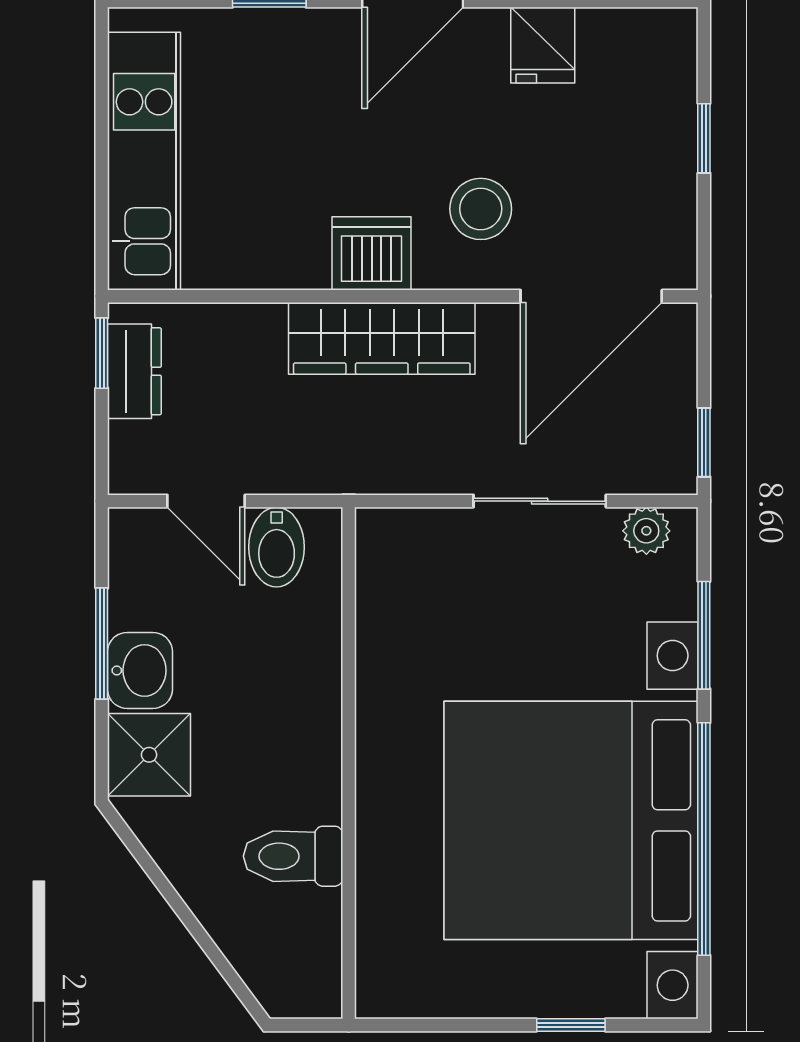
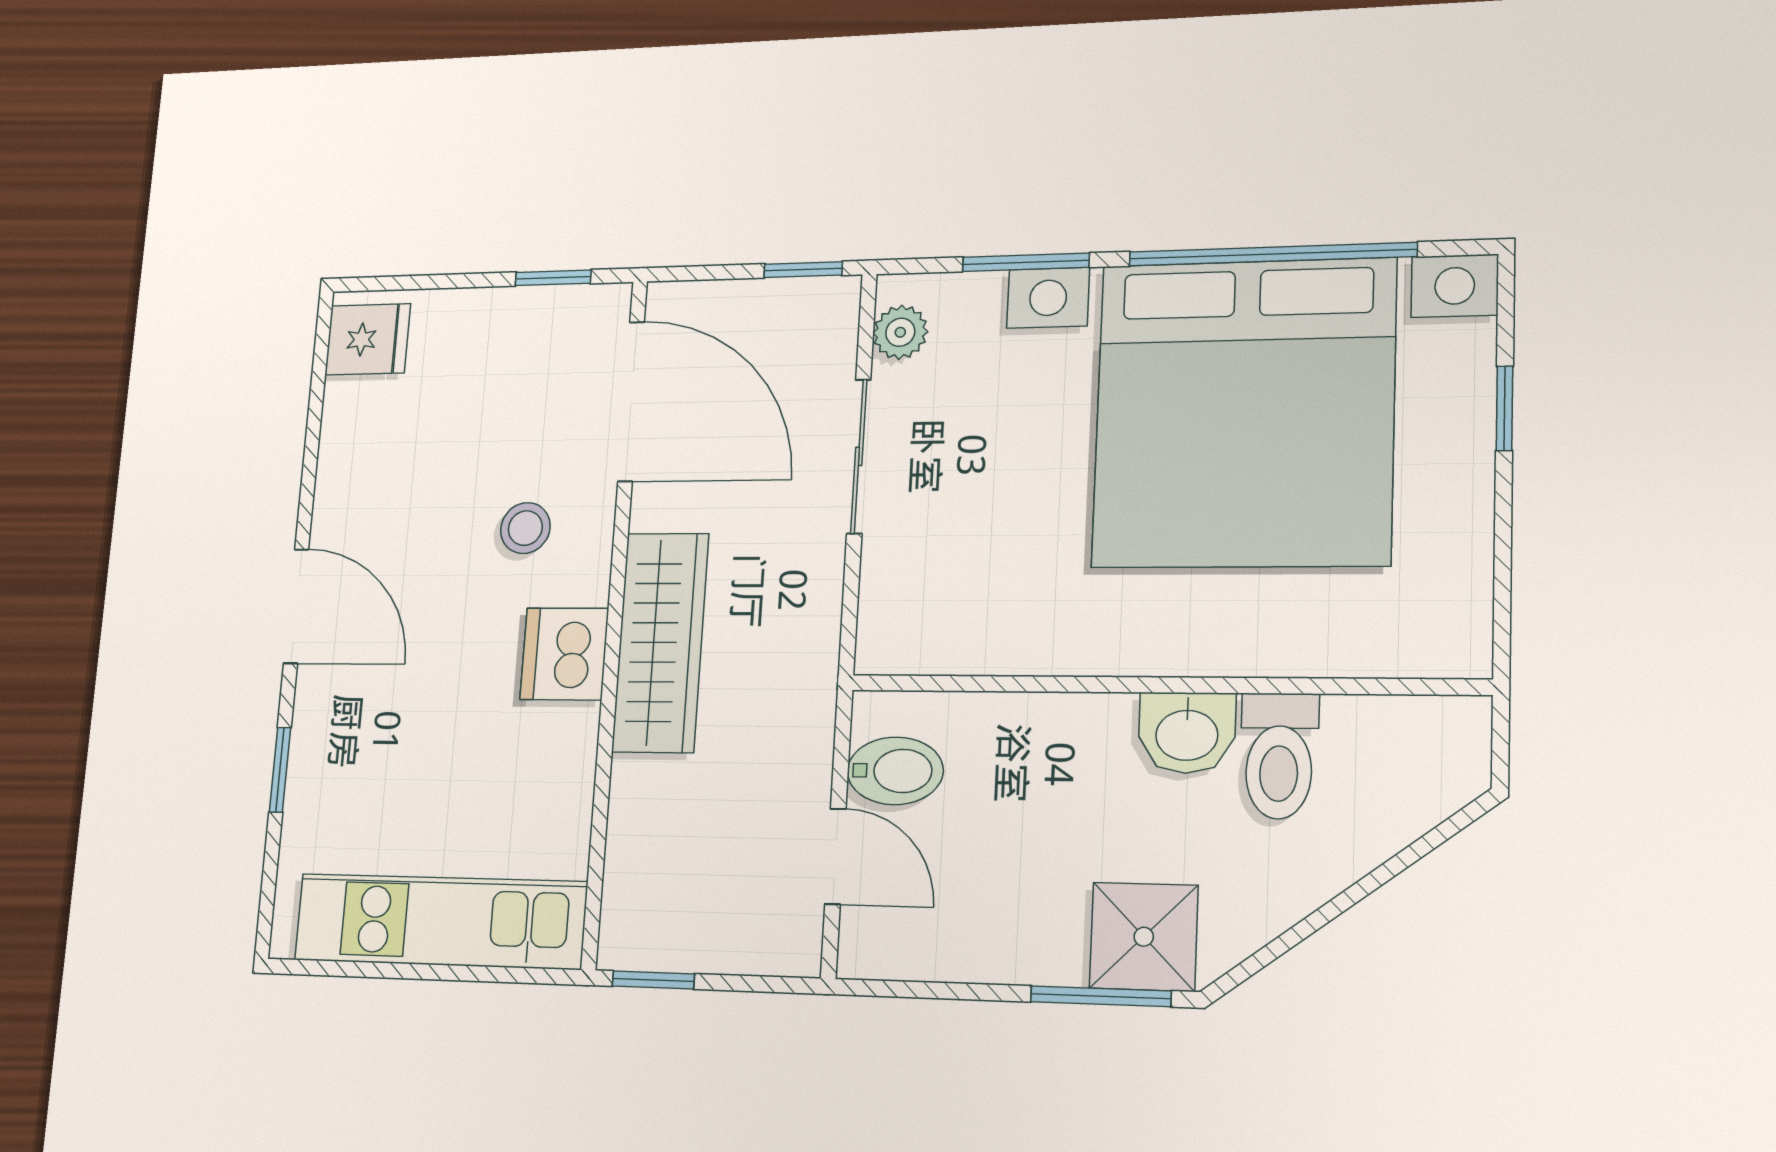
fridge: (543, 45) -> (368, 339), moved
window: (704, 138) -> (553, 278), moved
stool: (481, 209) -> (525, 528), width x0.73, depth x0.73
dresser: (134, 371) -> (677, 940), removed
door: (206, 501) -> (835, 856), hinge flipped
window: (102, 644) -> (1101, 996), moved
washbasin: (140, 670) -> (1187, 733), moved, turned 180

